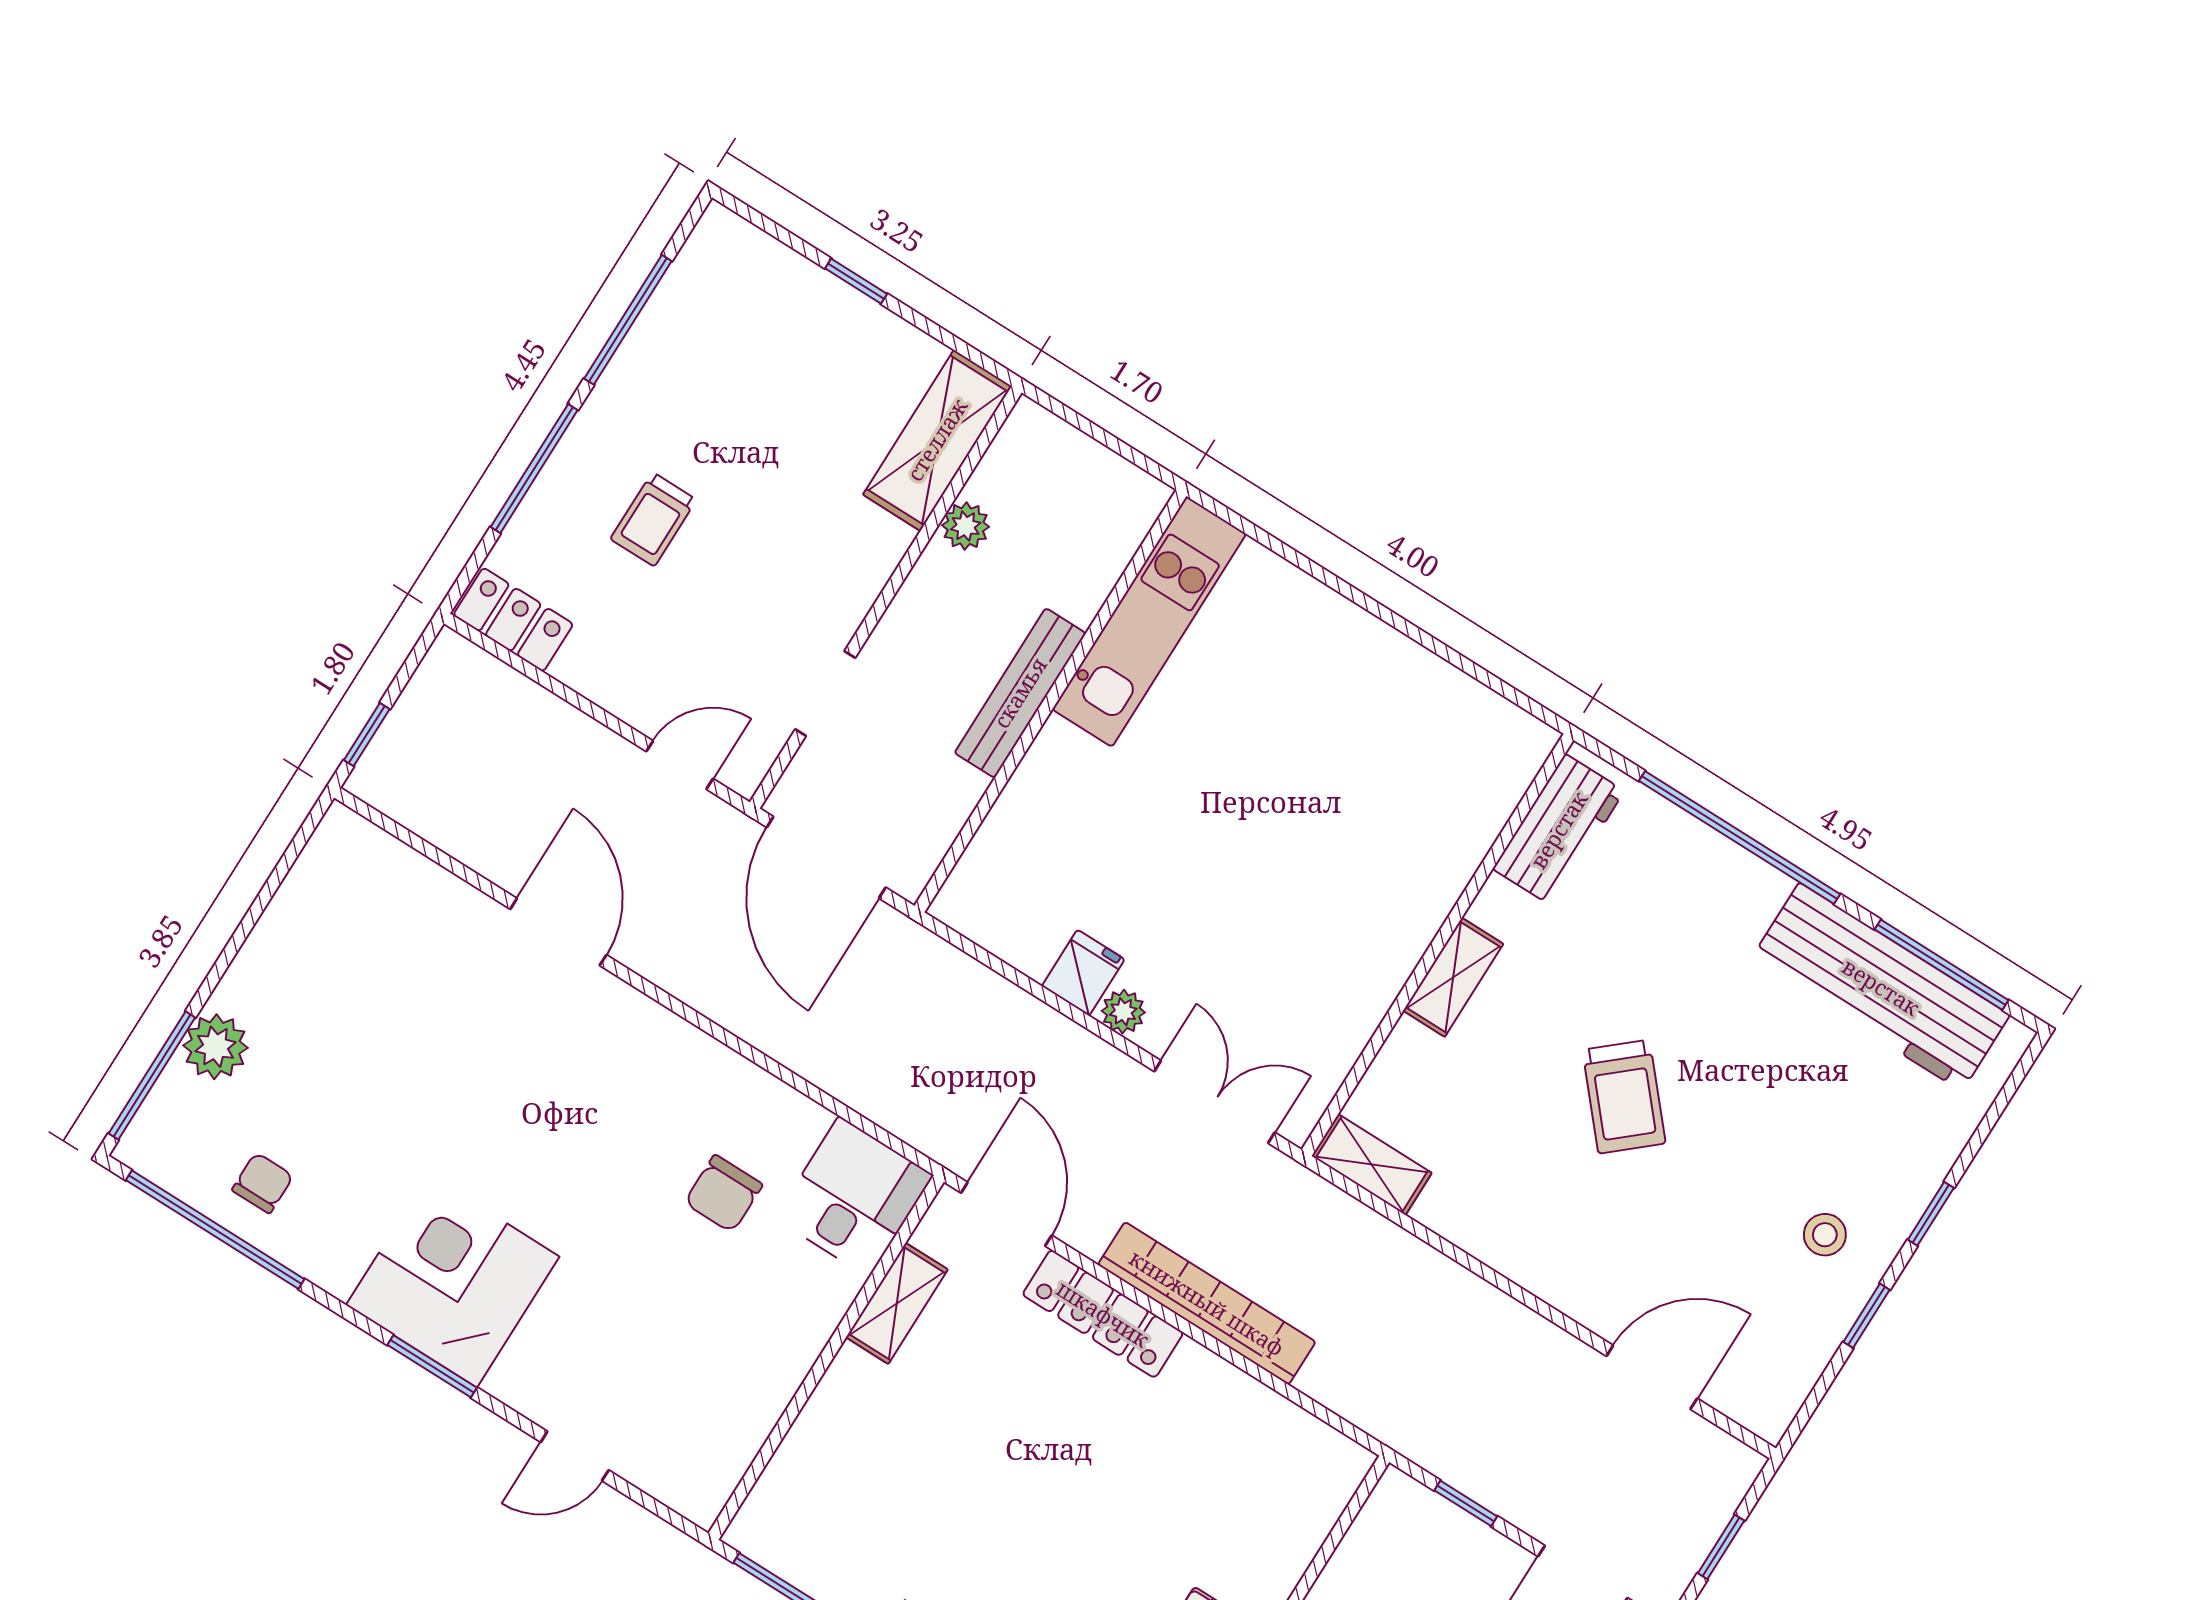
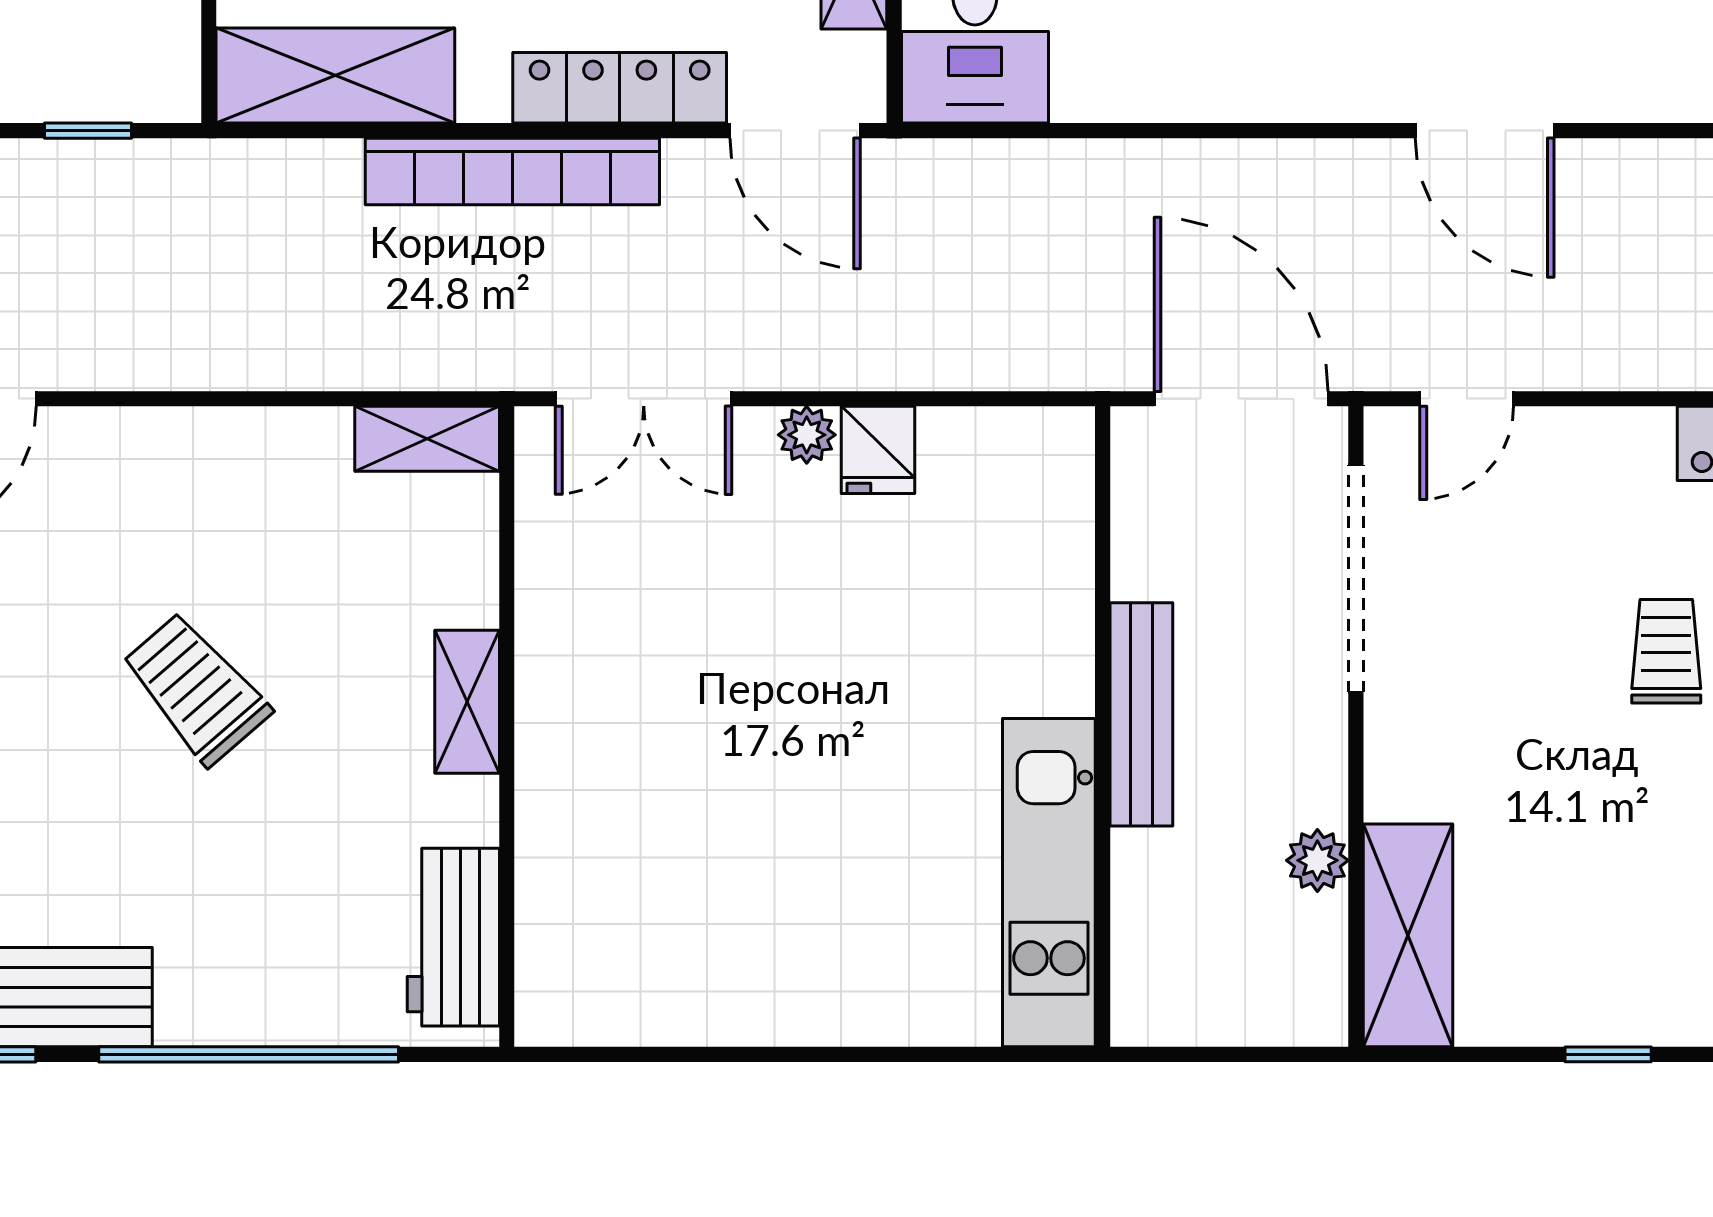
doorway: (825, 694) -> (1356, 579), width x1.87
shelving: (1282, 1438) -> (335, 75), added

